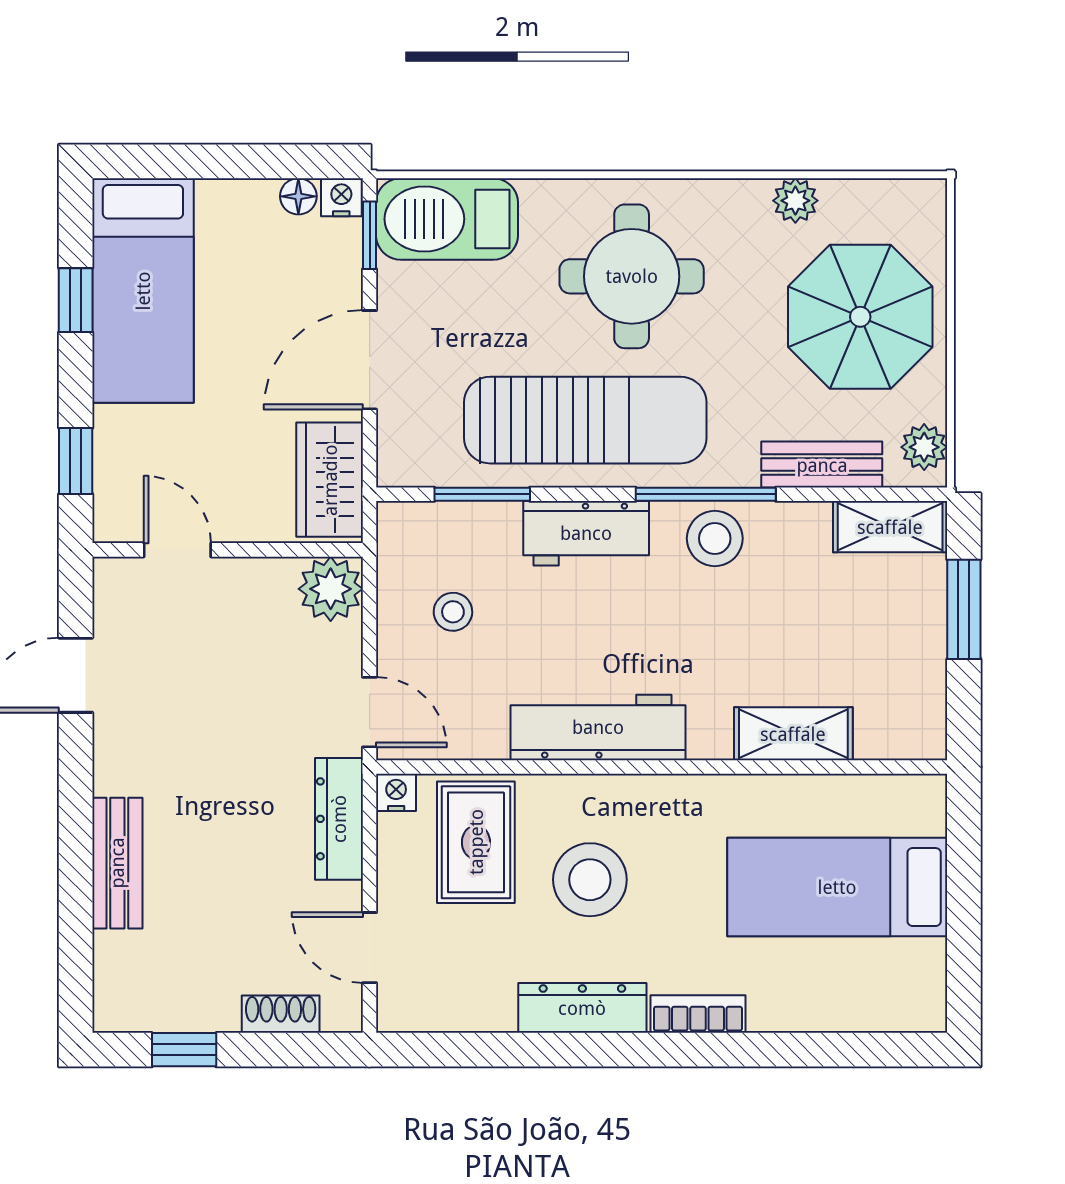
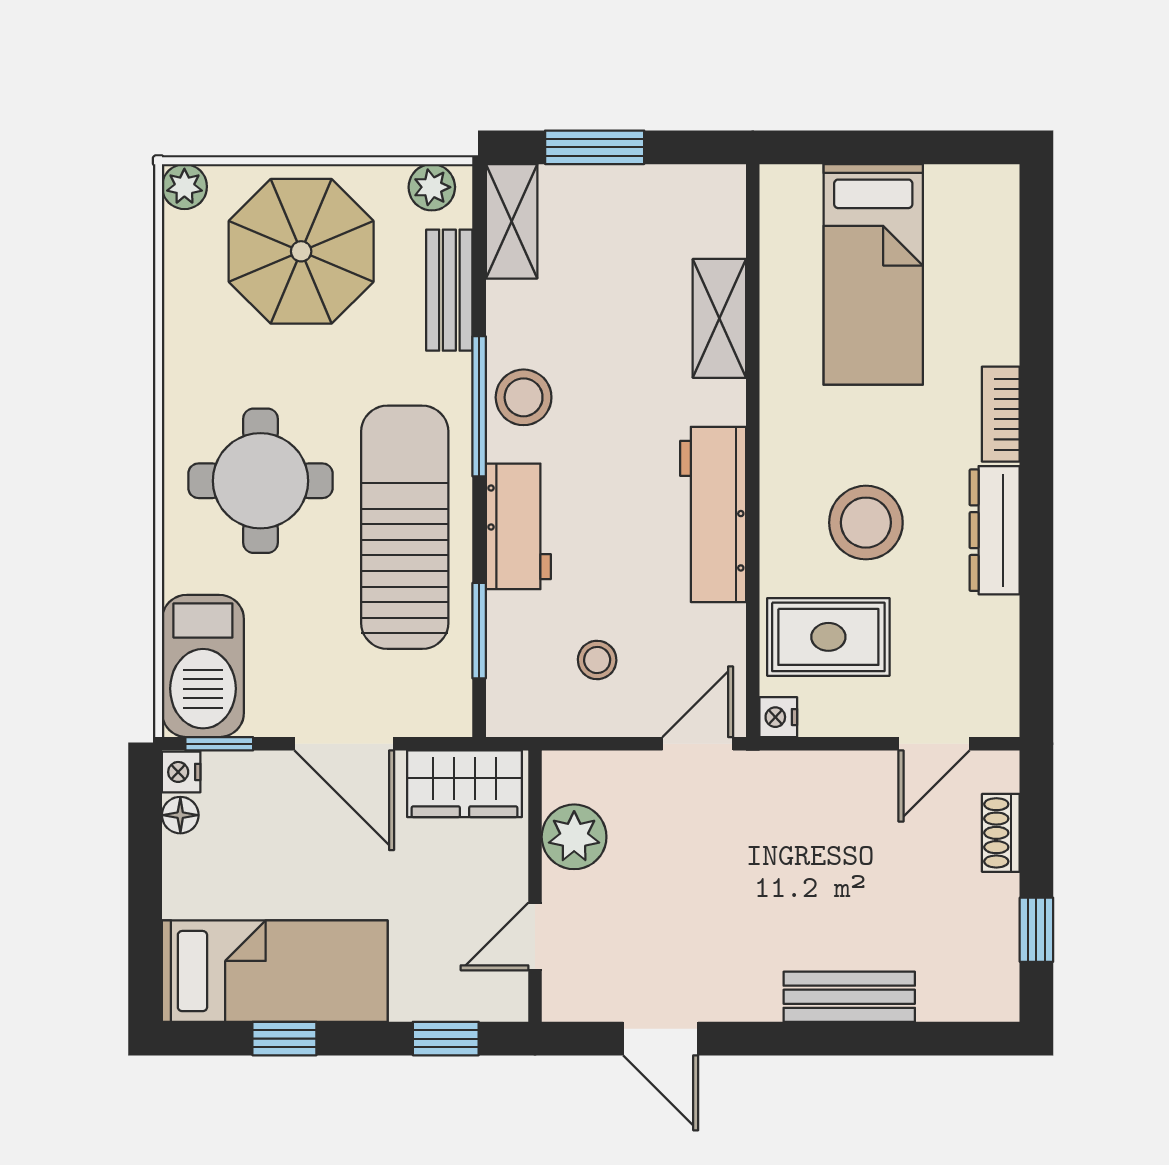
plant: (795, 201) -> (184, 187), moved
plant: (331, 589) -> (574, 837), moved
dresser: (339, 819) -> (805, 774), removed

